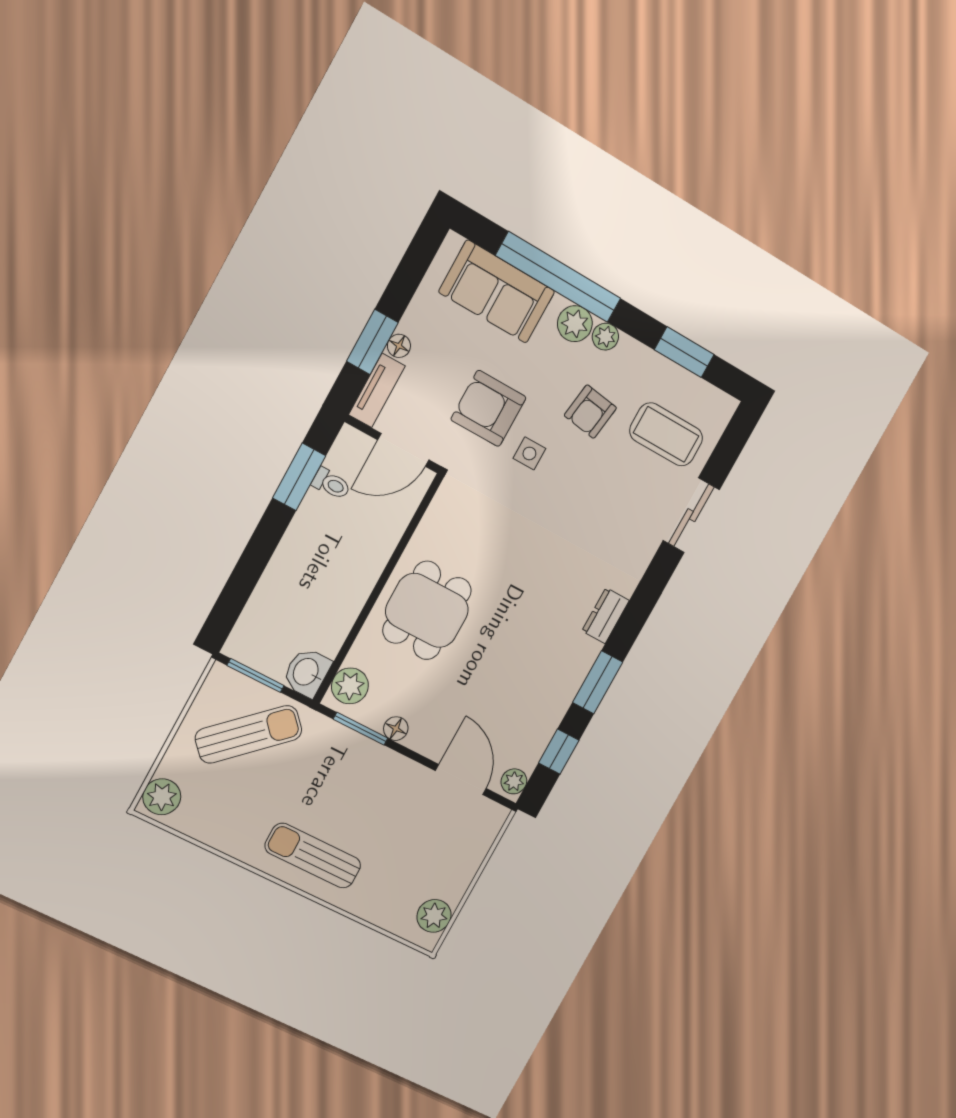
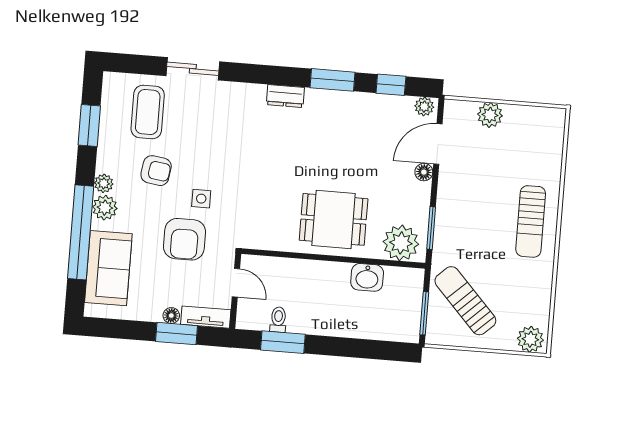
door: (403, 450) -> (236, 283), width x0.73
washbasin: (307, 672) -> (367, 277), moved
plant: (350, 686) -> (401, 243), width x1.36, depth x1.36
floor lamp: (396, 729) -> (424, 172), moved
plant: (434, 916) -> (490, 115), moved

